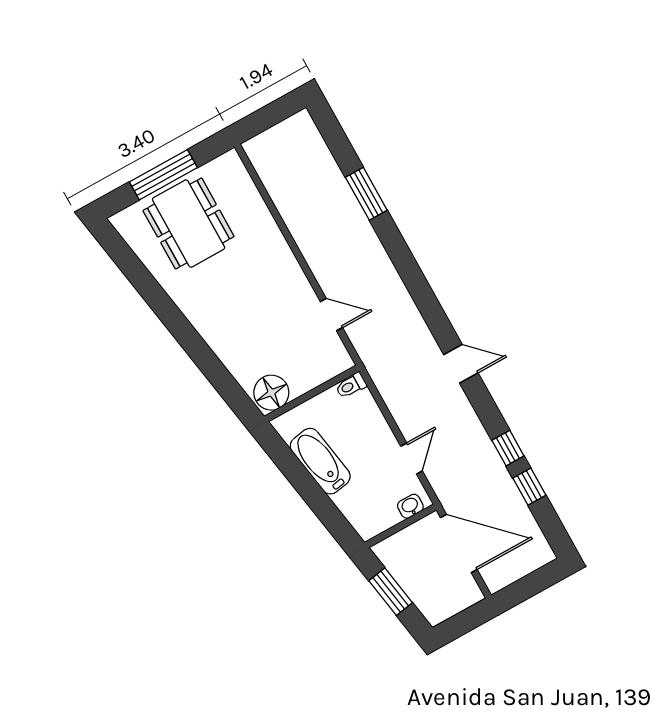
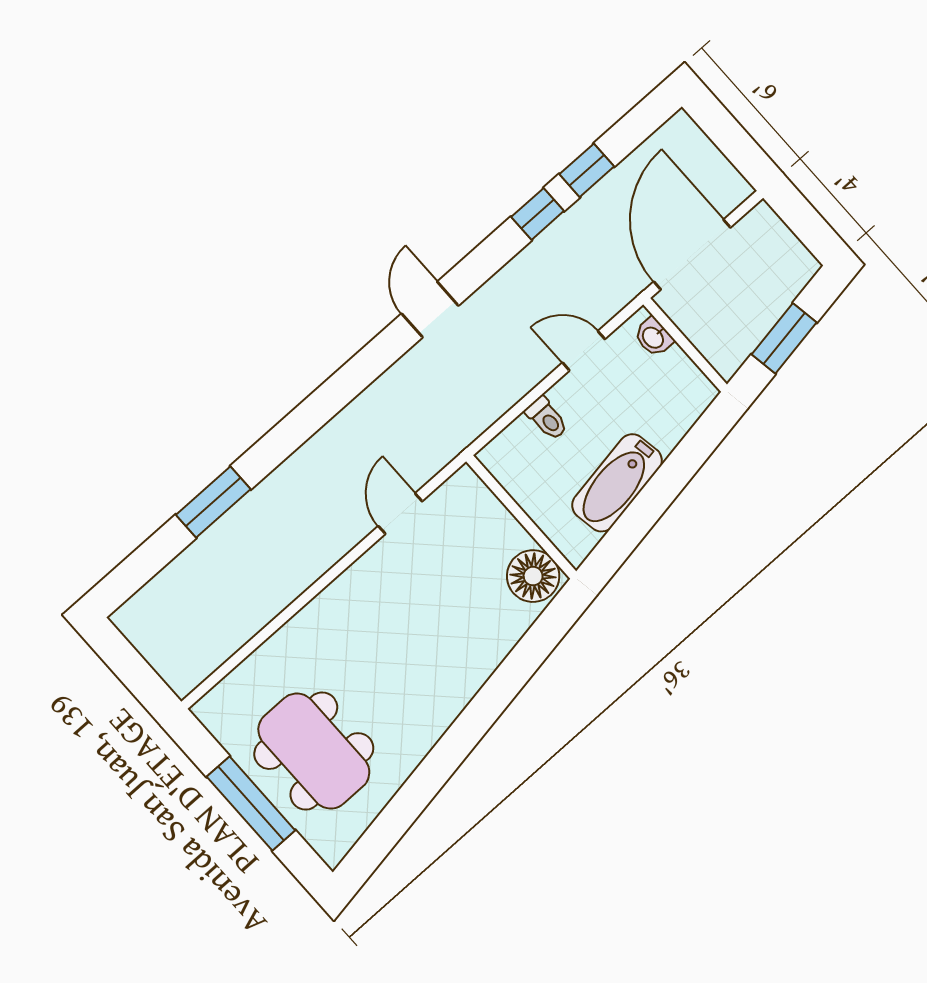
dining table: (189, 224) -> (314, 751), turned 90
toilet: (351, 385) -> (547, 418), moved

